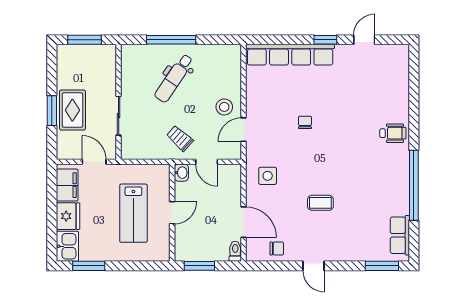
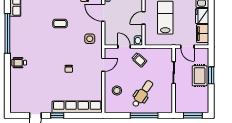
stool: (224, 107) -> (117, 91), moved

